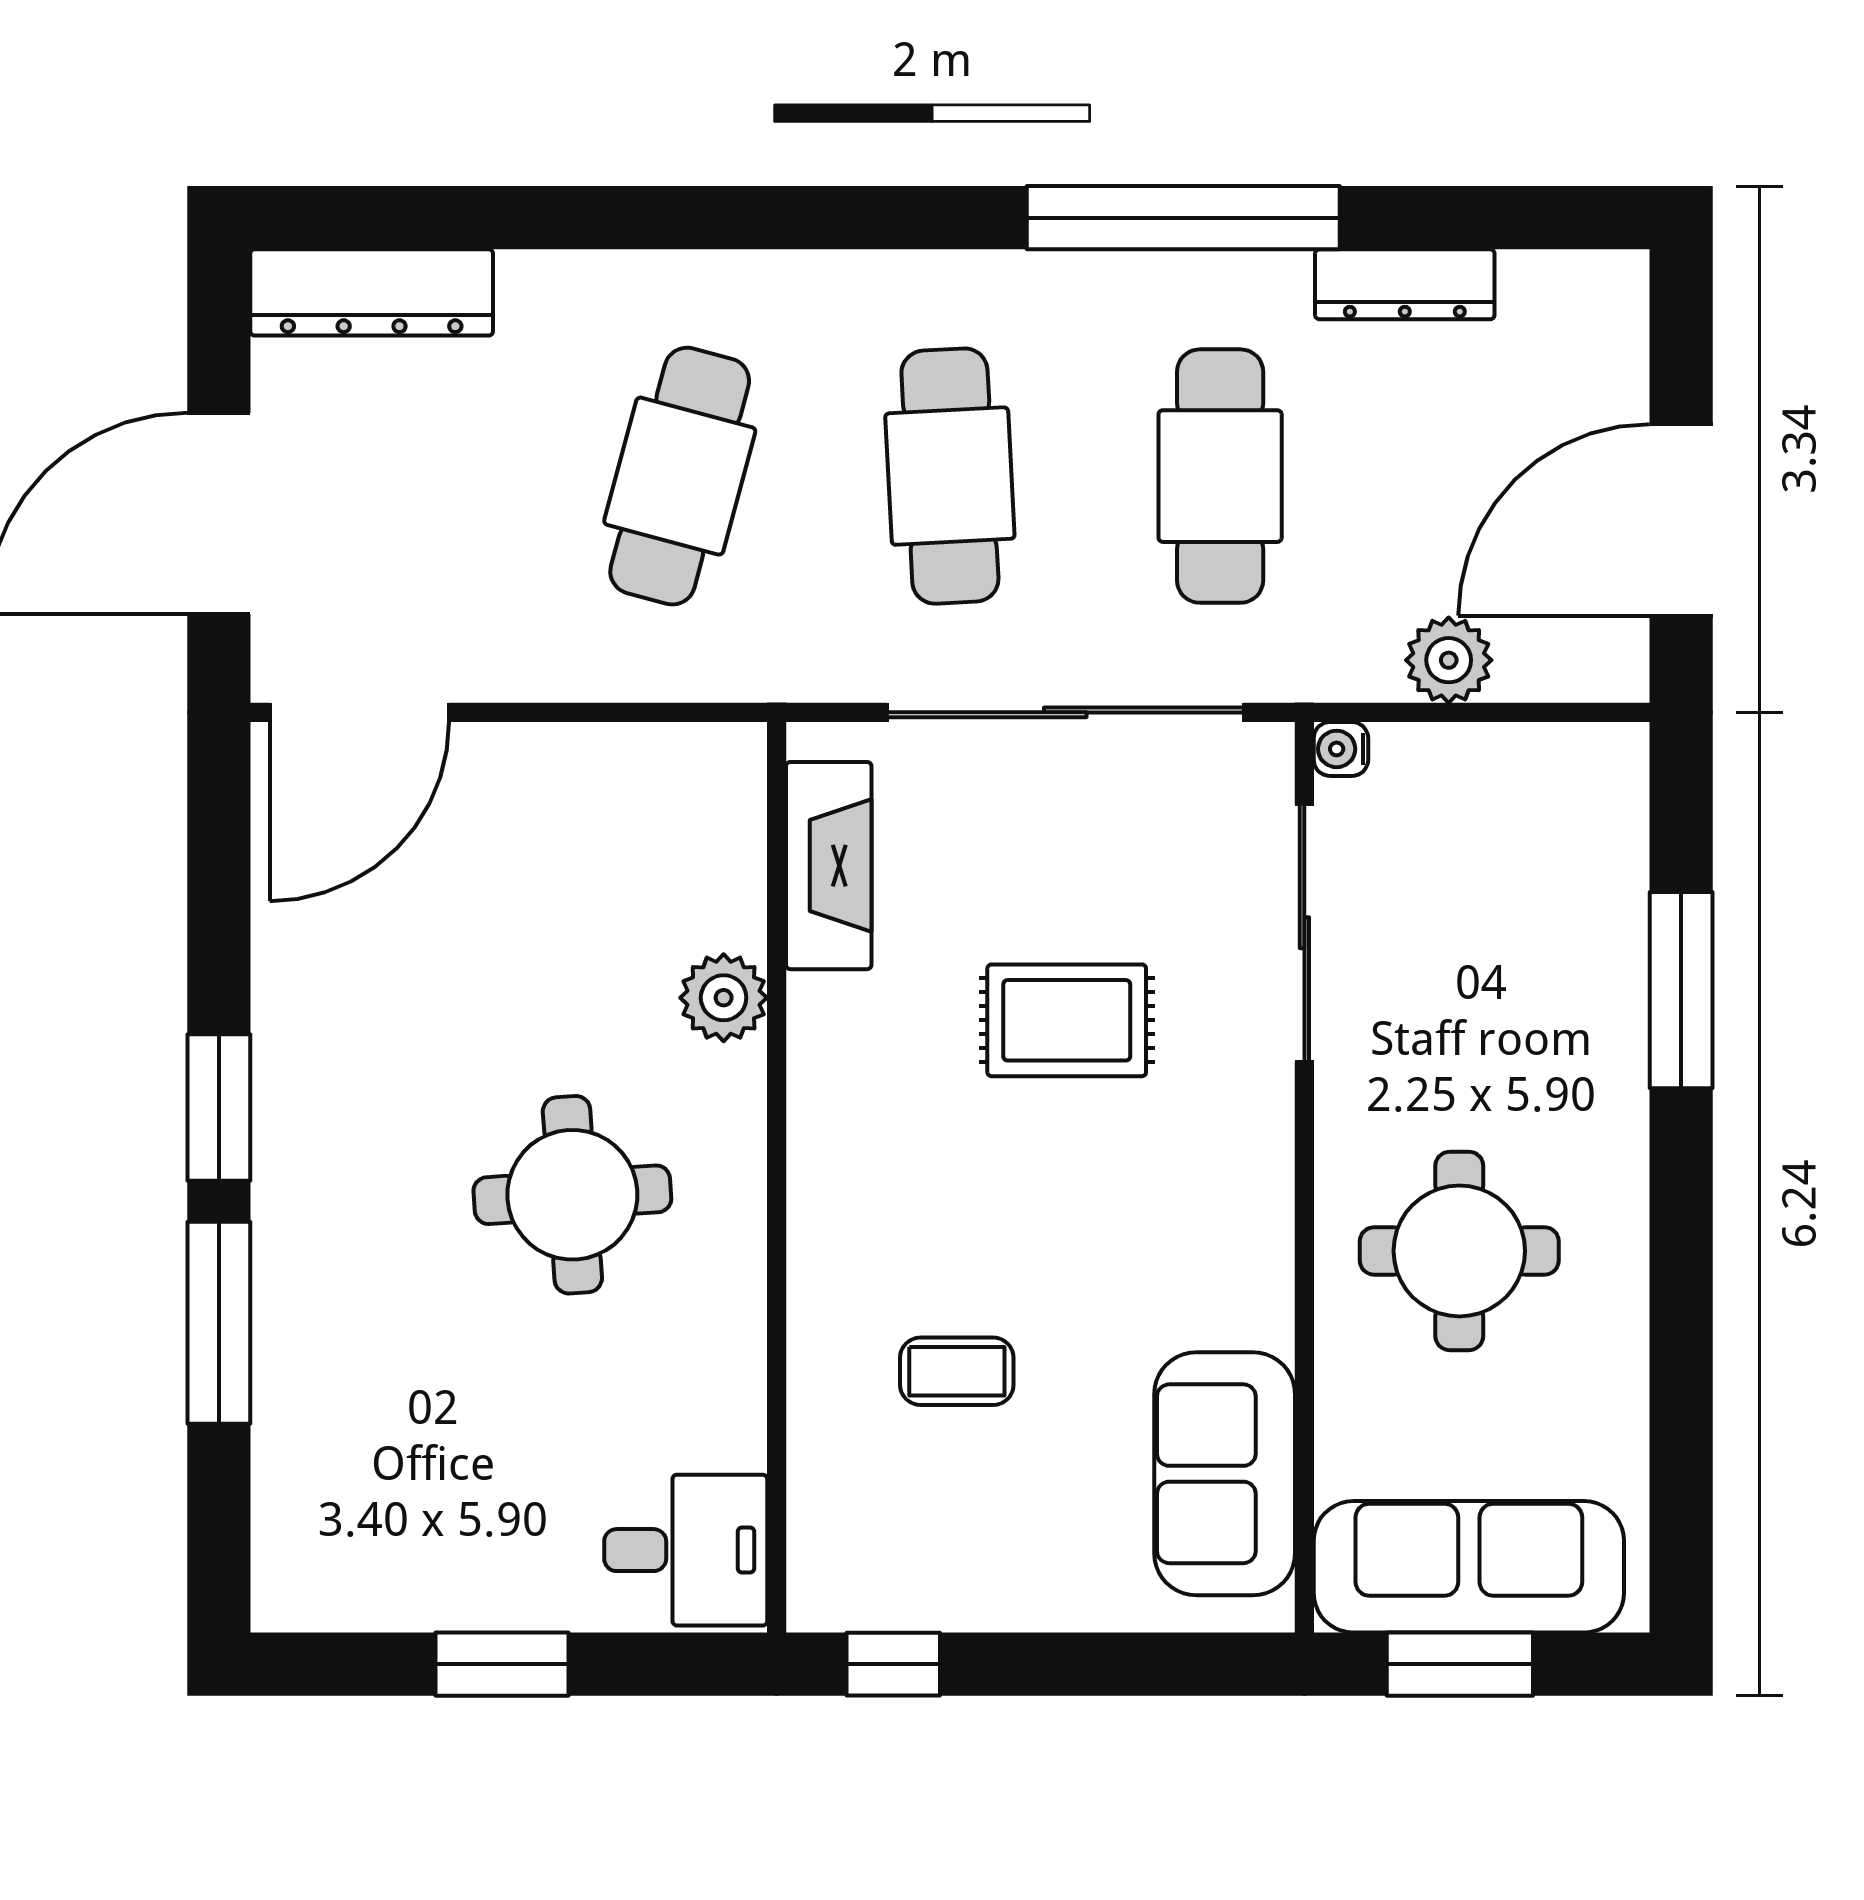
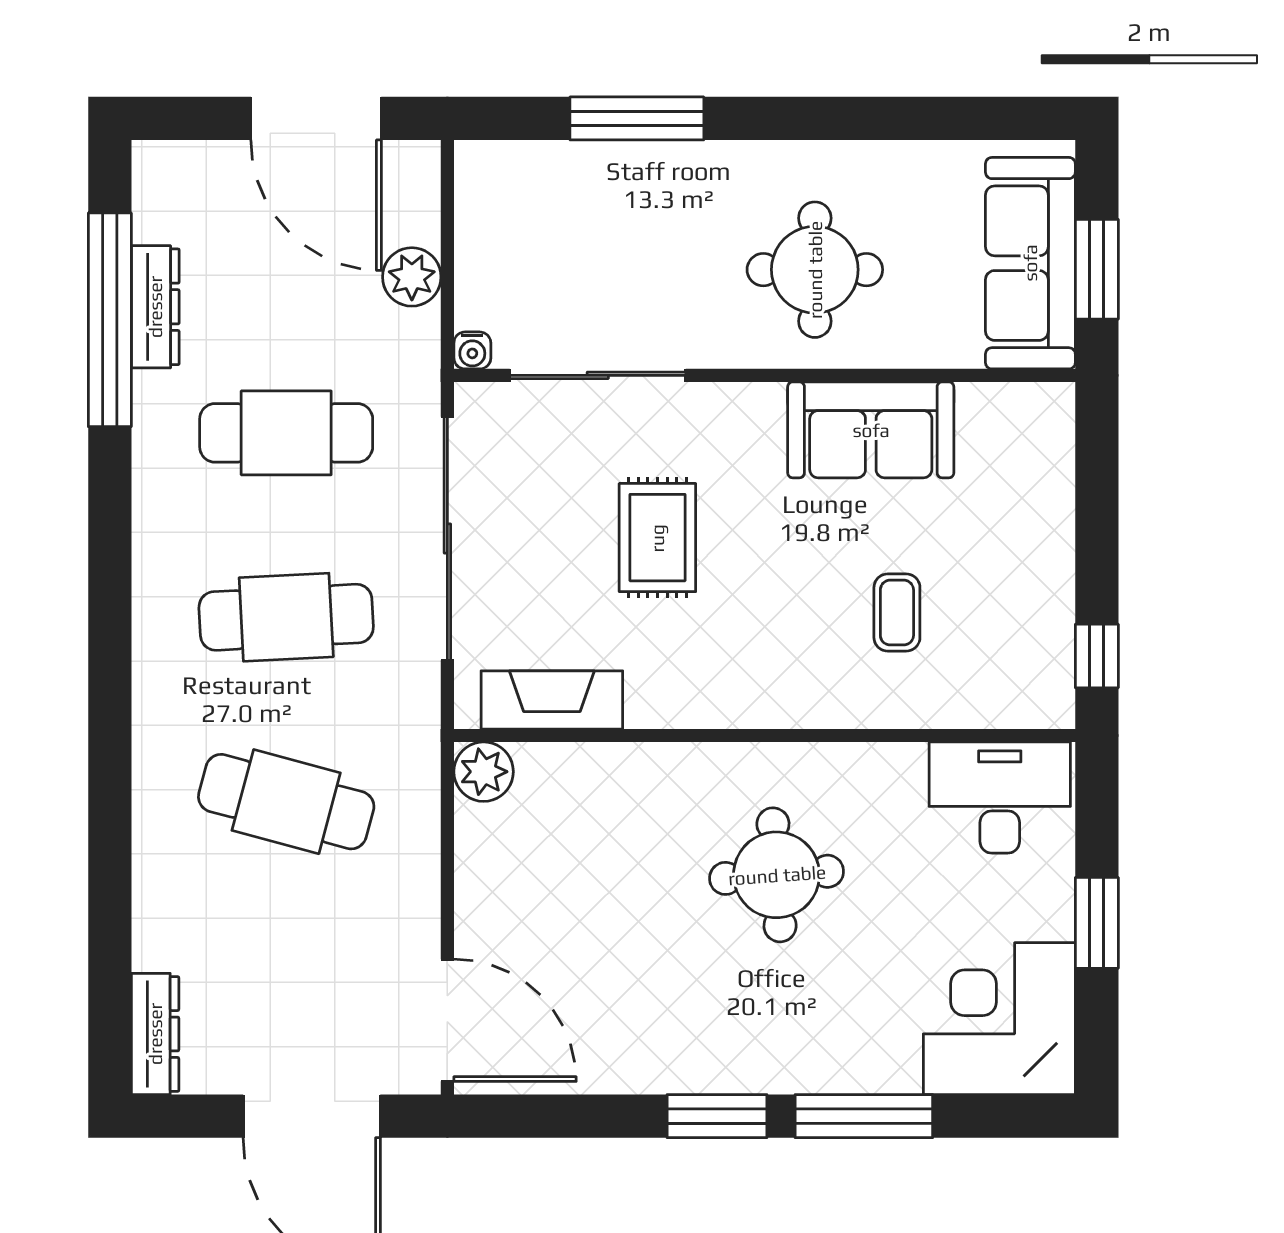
window: (1183, 218) -> (110, 320), moved
dresser: (372, 292) -> (155, 1034), width x0.73, depth x0.80
plant: (724, 998) -> (484, 772), moved
sofa: (1225, 1474) -> (871, 430), moved
corner desk: (362, 1521) -> (999, 1019), added
desk: (686, 1550) -> (1000, 798), width x1.37

